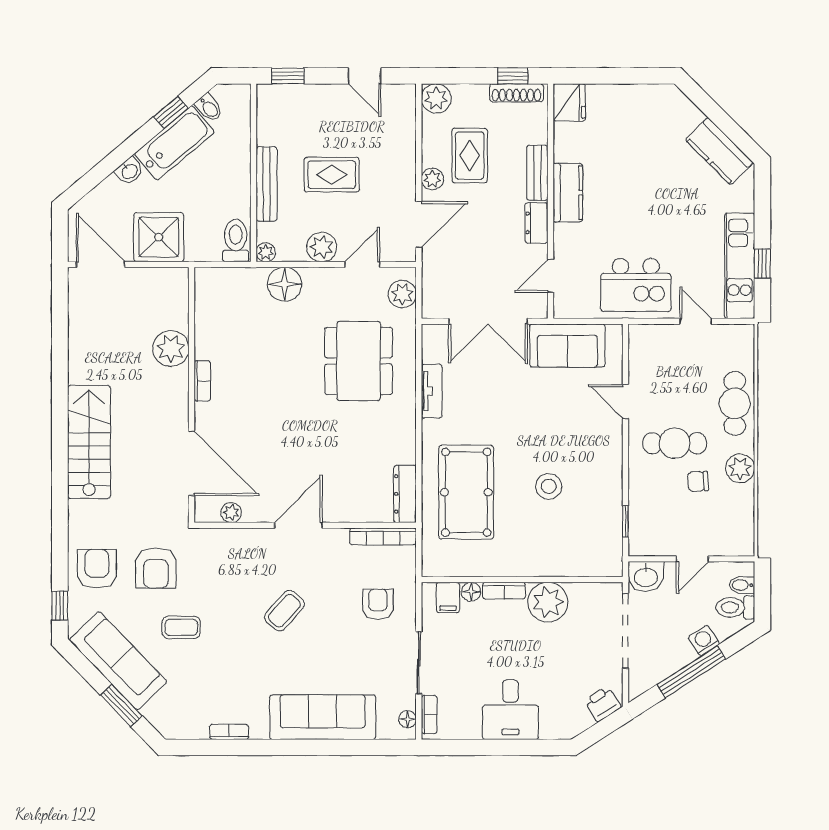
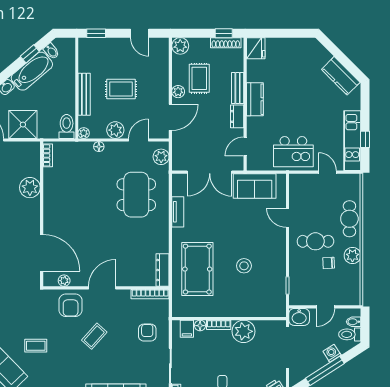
floor lamp: (285, 284) -> (99, 147), width x0.53, depth x0.53
bookcase: (202, 381) -> (48, 155), moved
armchair: (156, 568) -> (71, 305), moved

